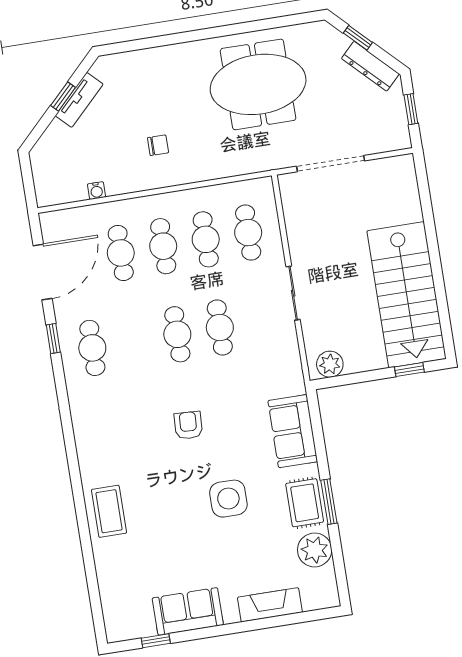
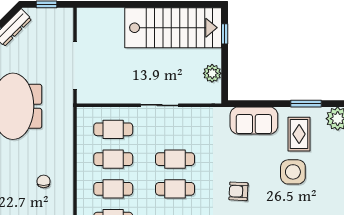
plant: (330, 364) -> (212, 73), moved
rug: (305, 503) -> (299, 134), moved, turned 90

